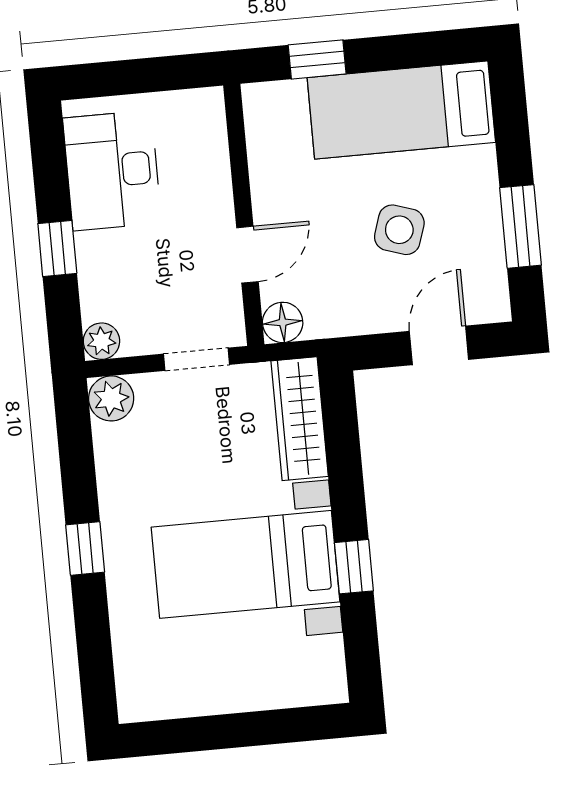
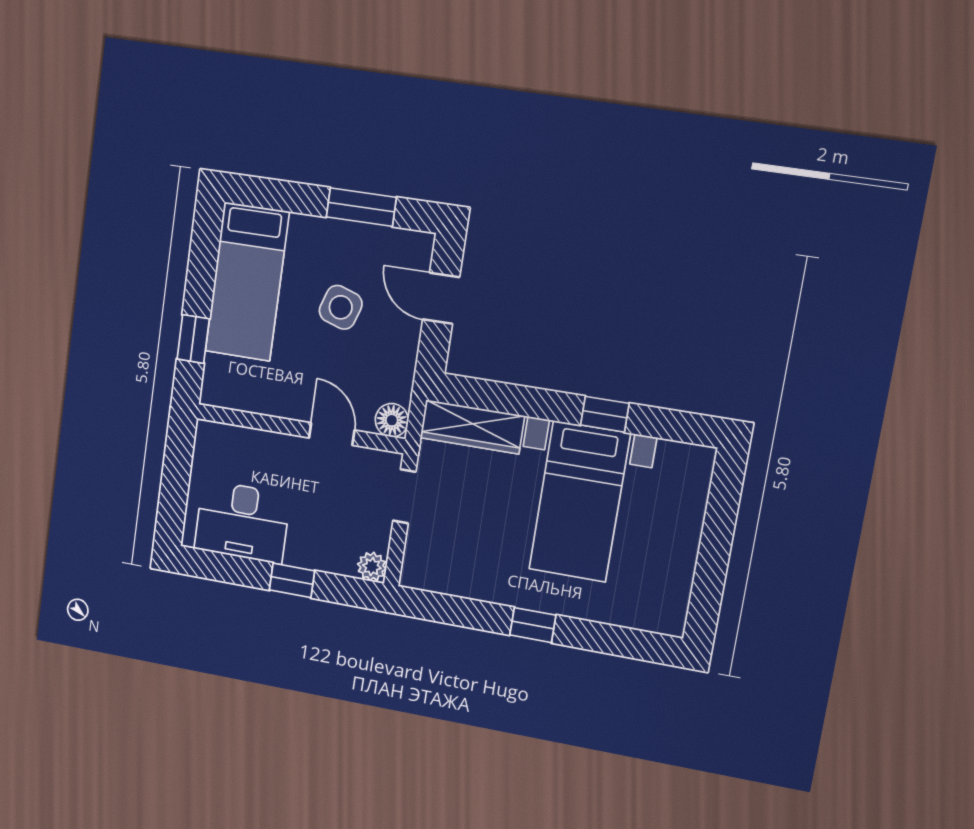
plant: (111, 398) -> (419, 572), removed

